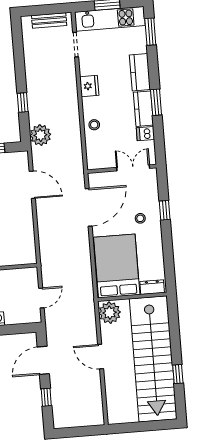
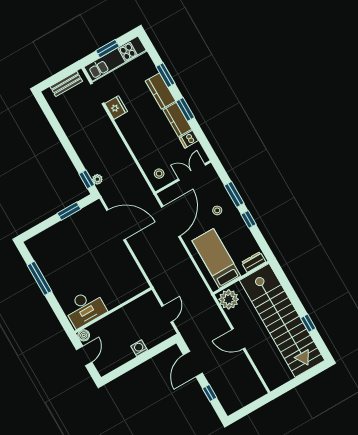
window: (150, 32) -> (166, 75), moved
fridge: (89, 86) -> (116, 108), moved
window: (23, 102) -> (87, 179), moved
stool: (94, 125) -> (159, 174), moved
plant: (40, 135) -> (97, 179), width x0.53, depth x0.53
door: (32, 185) -> (116, 225), width x1.36
window: (165, 210) -> (234, 194), width x1.50
window: (167, 242) -> (248, 219), added
bed: (117, 266) -> (216, 258), width x0.67

